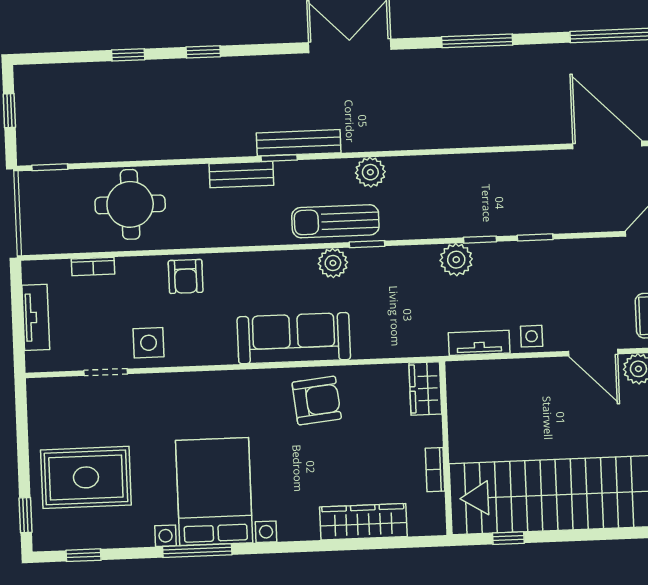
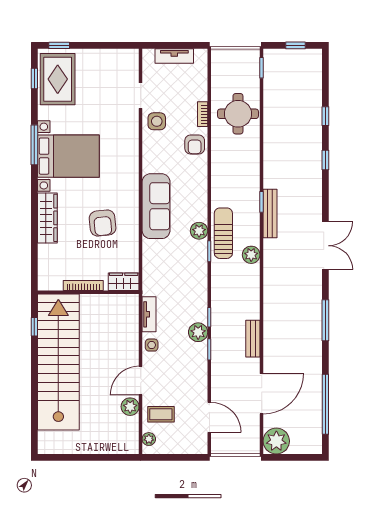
bench: (241, 174) -> (253, 339), moved
plant: (456, 260) -> (198, 332), moved
bookcase: (93, 266) -> (203, 114), moved
armchair: (186, 276) -> (195, 144), turned -90
armchair: (317, 401) -> (103, 223), moved
bookcase: (435, 470) -> (83, 286), width x1.56
rug: (86, 477) -> (58, 79), moved
wardrobe: (363, 522) -> (47, 218), moved

